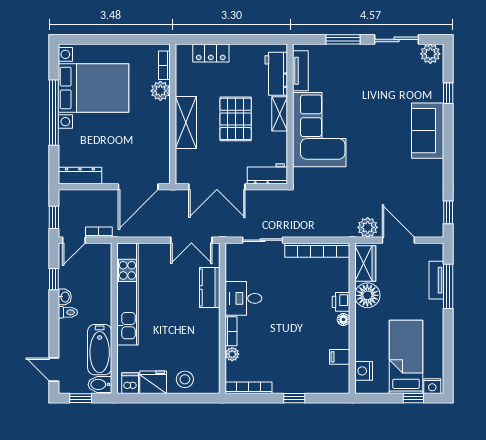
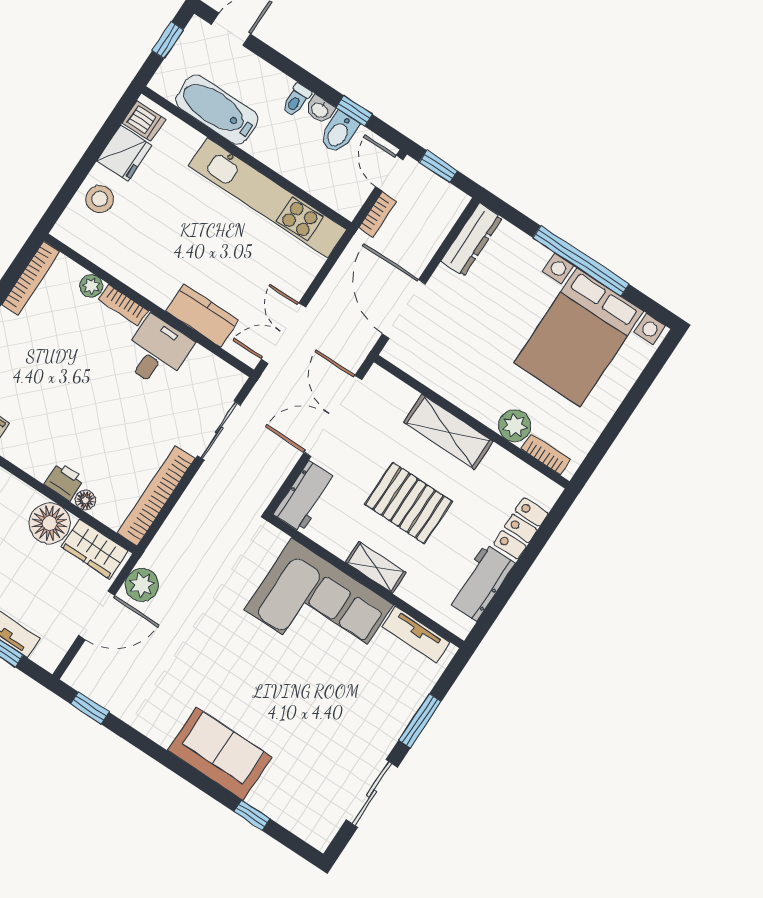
plant: (430, 54) -> (322, 827), removed
workbench: (276, 74) -> (481, 582), moved, turned -90
floor lamp: (343, 319) -> (85, 500), moved
bidet: (100, 384) -> (339, 133), moved, turned 180

